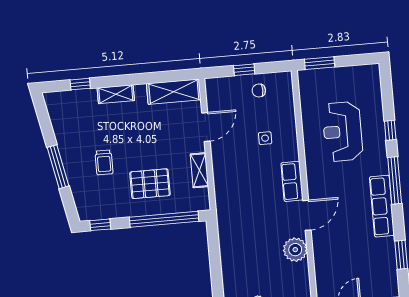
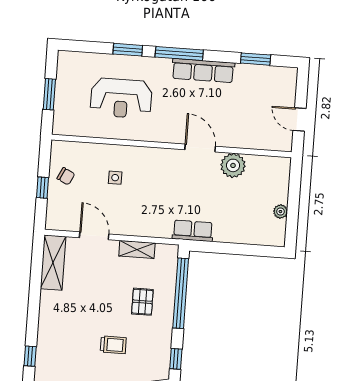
window: (320, 63) -> (49, 94), moved
chair: (259, 91) -> (66, 176), turned -64
shelving: (116, 94) -> (46, 322), removed
window: (390, 130) -> (128, 50), width x1.50
row of seats: (292, 181) -> (193, 231), moved, turned 180
pallet: (150, 184) -> (142, 302), width x0.67, depth x0.71

